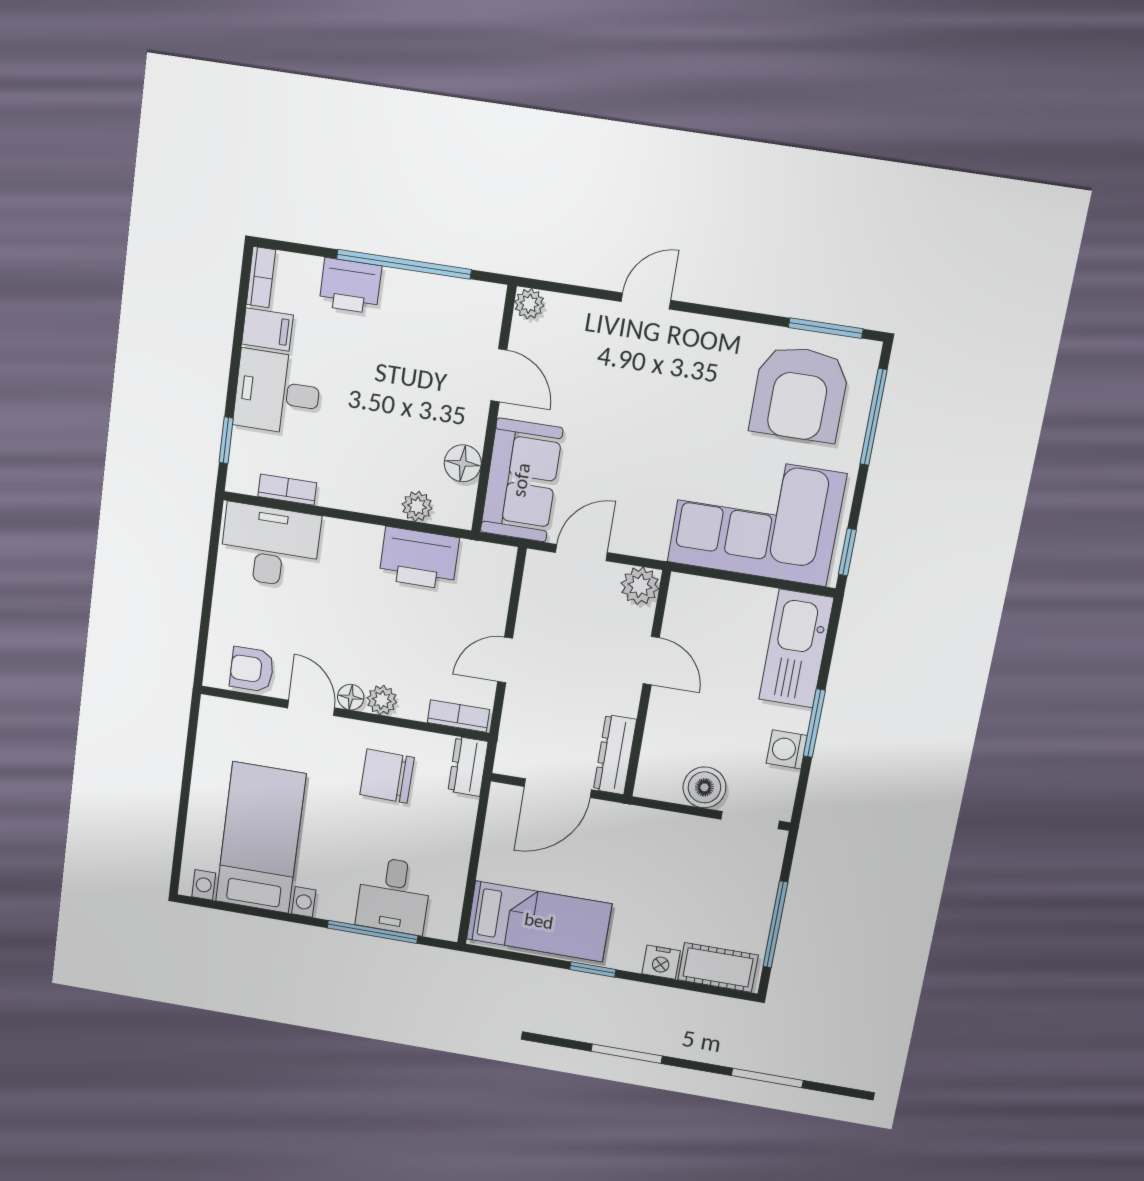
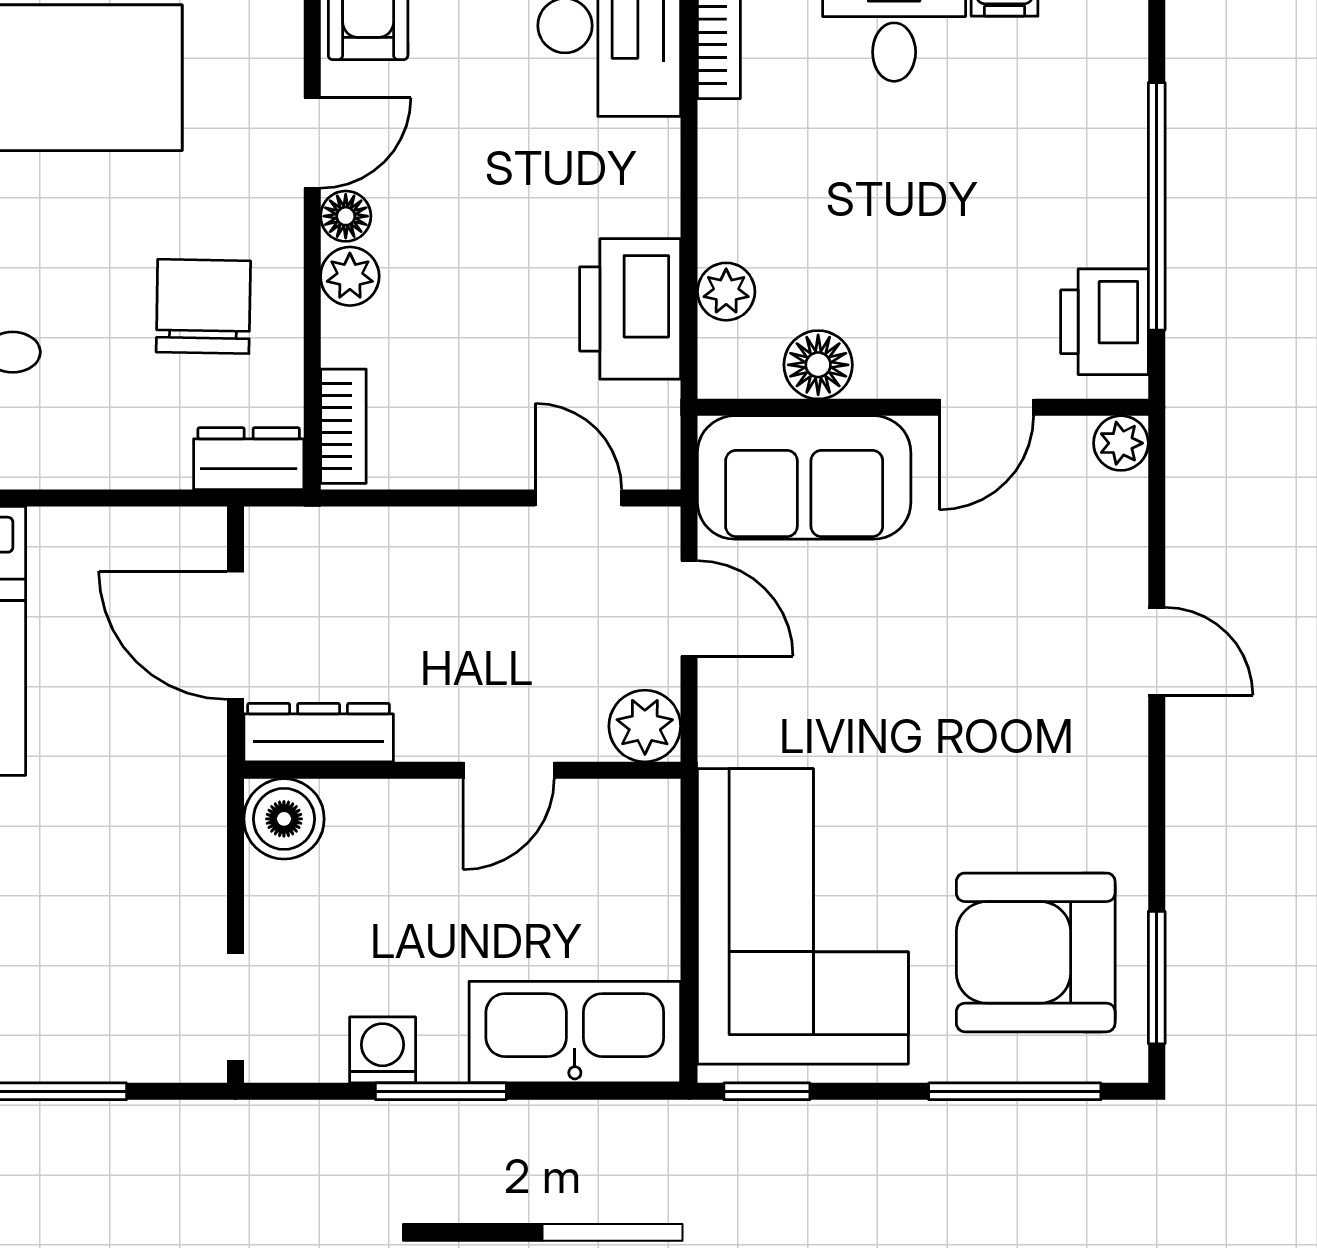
printer: (350, 286) -> (1104, 322), moved
door: (505, 660) -> (578, 498), moved
boiler: (704, 787) -> (284, 819), moved

